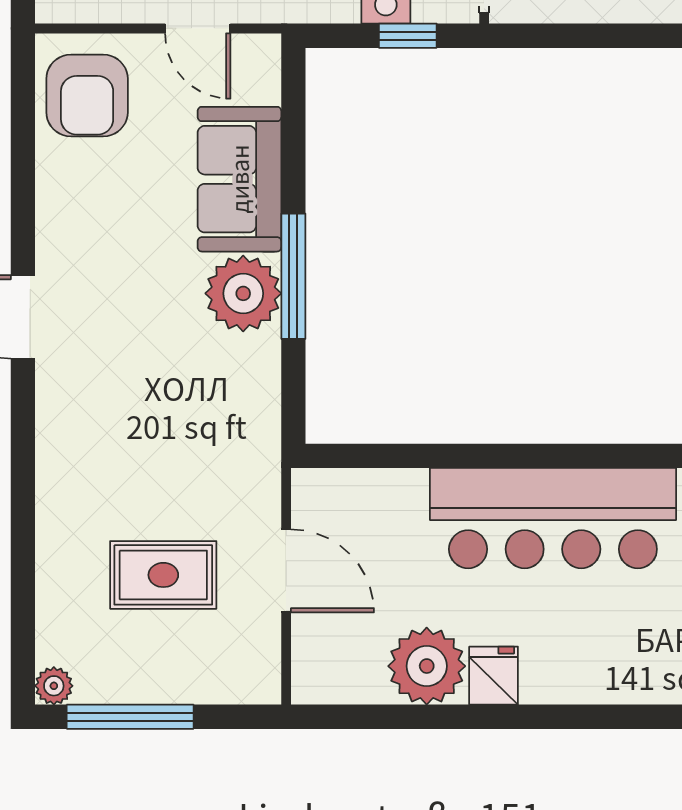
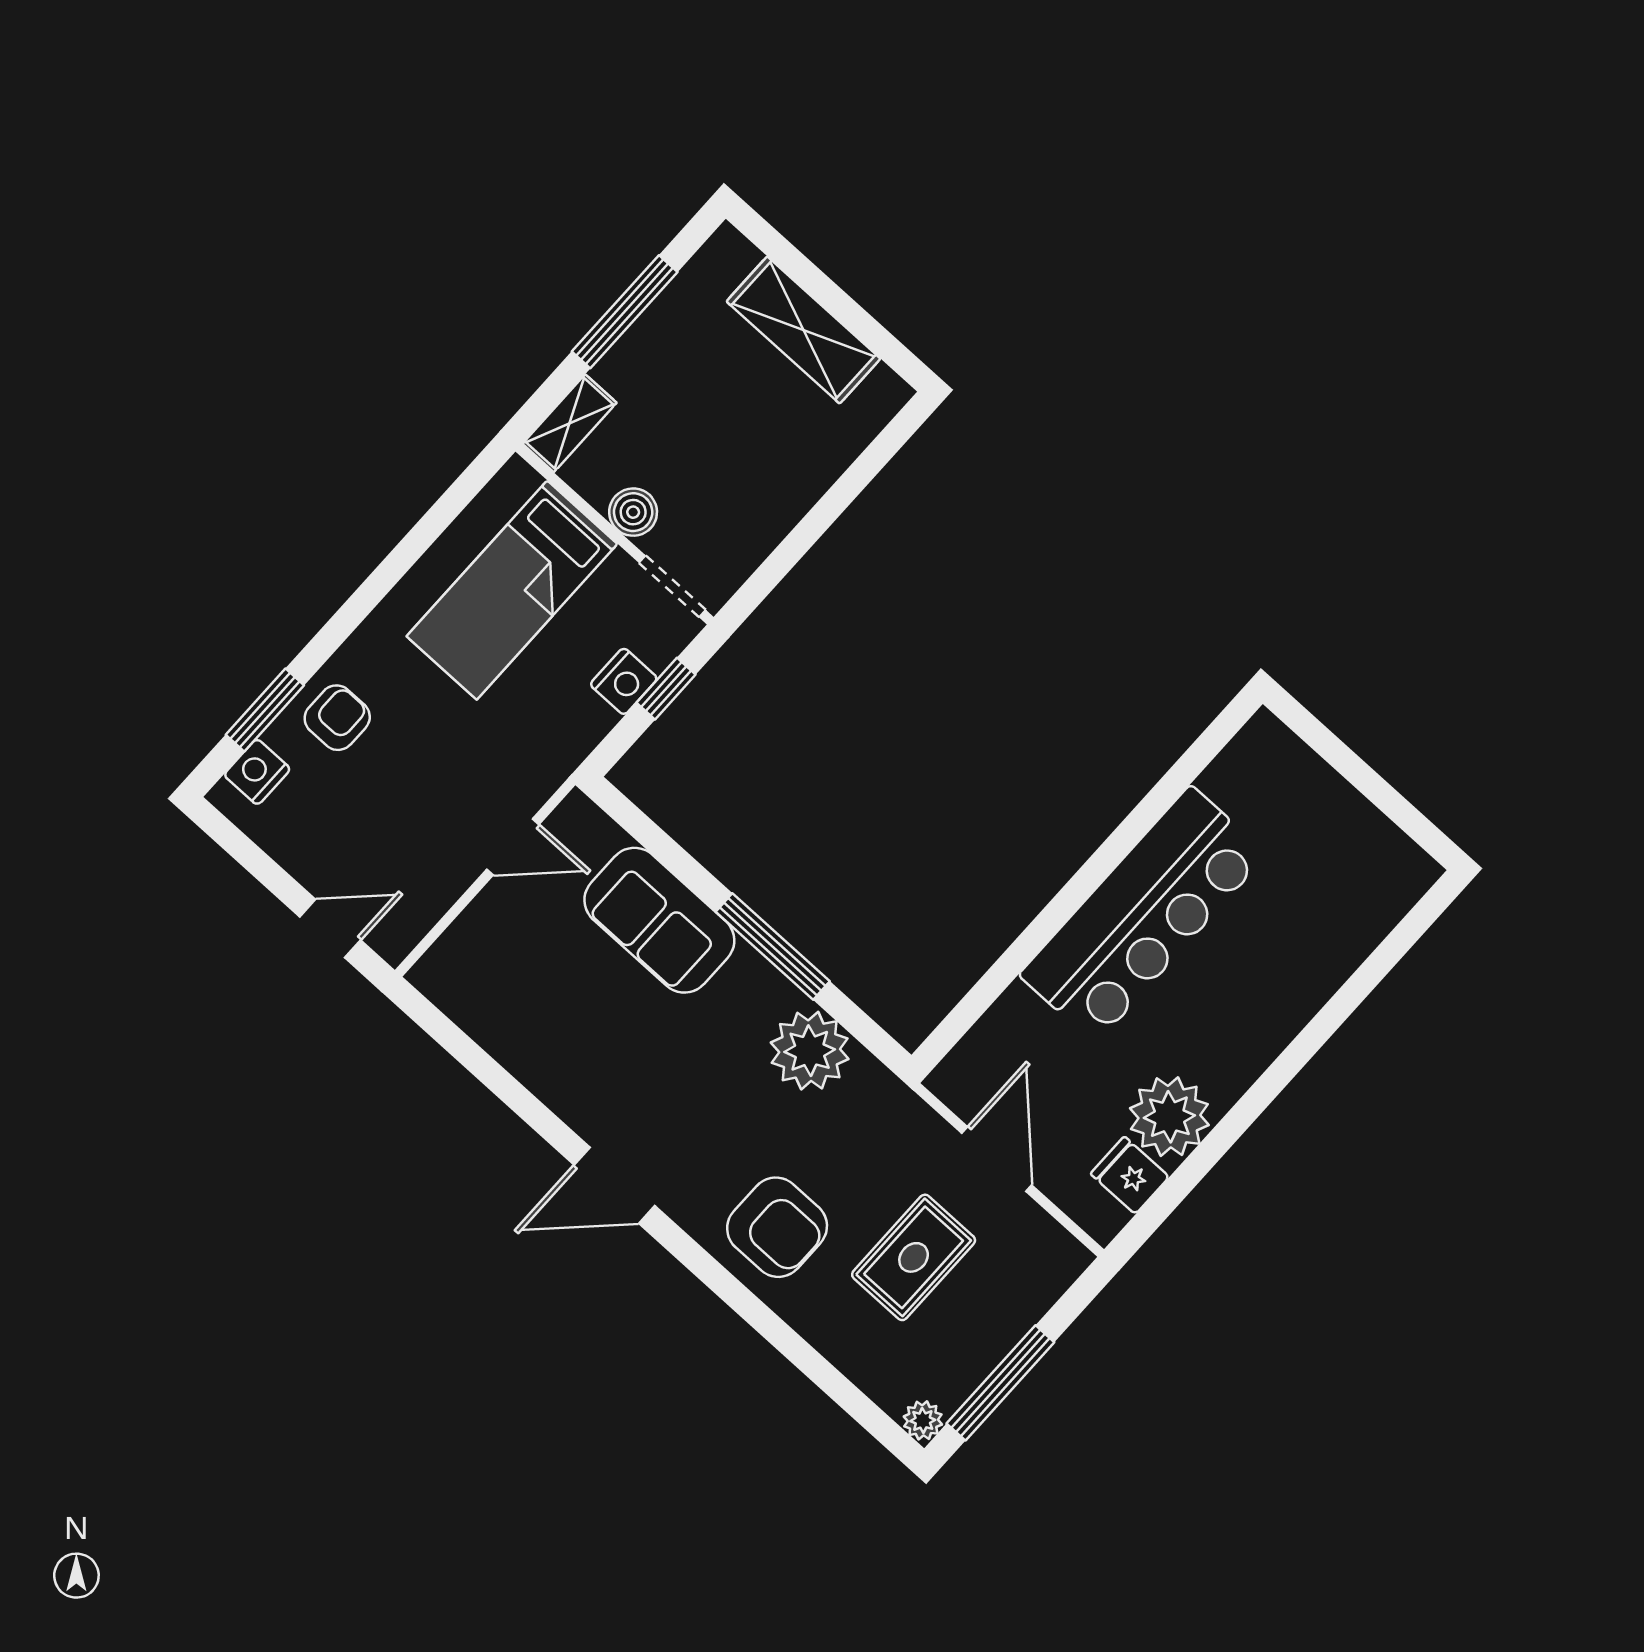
armchair: (87, 96) -> (777, 1227), moved
plant: (243, 293) -> (810, 1051), moved
door: (286, 571) -> (997, 1159), hinge flipped
fridge: (494, 676) -> (1130, 1175), moved

